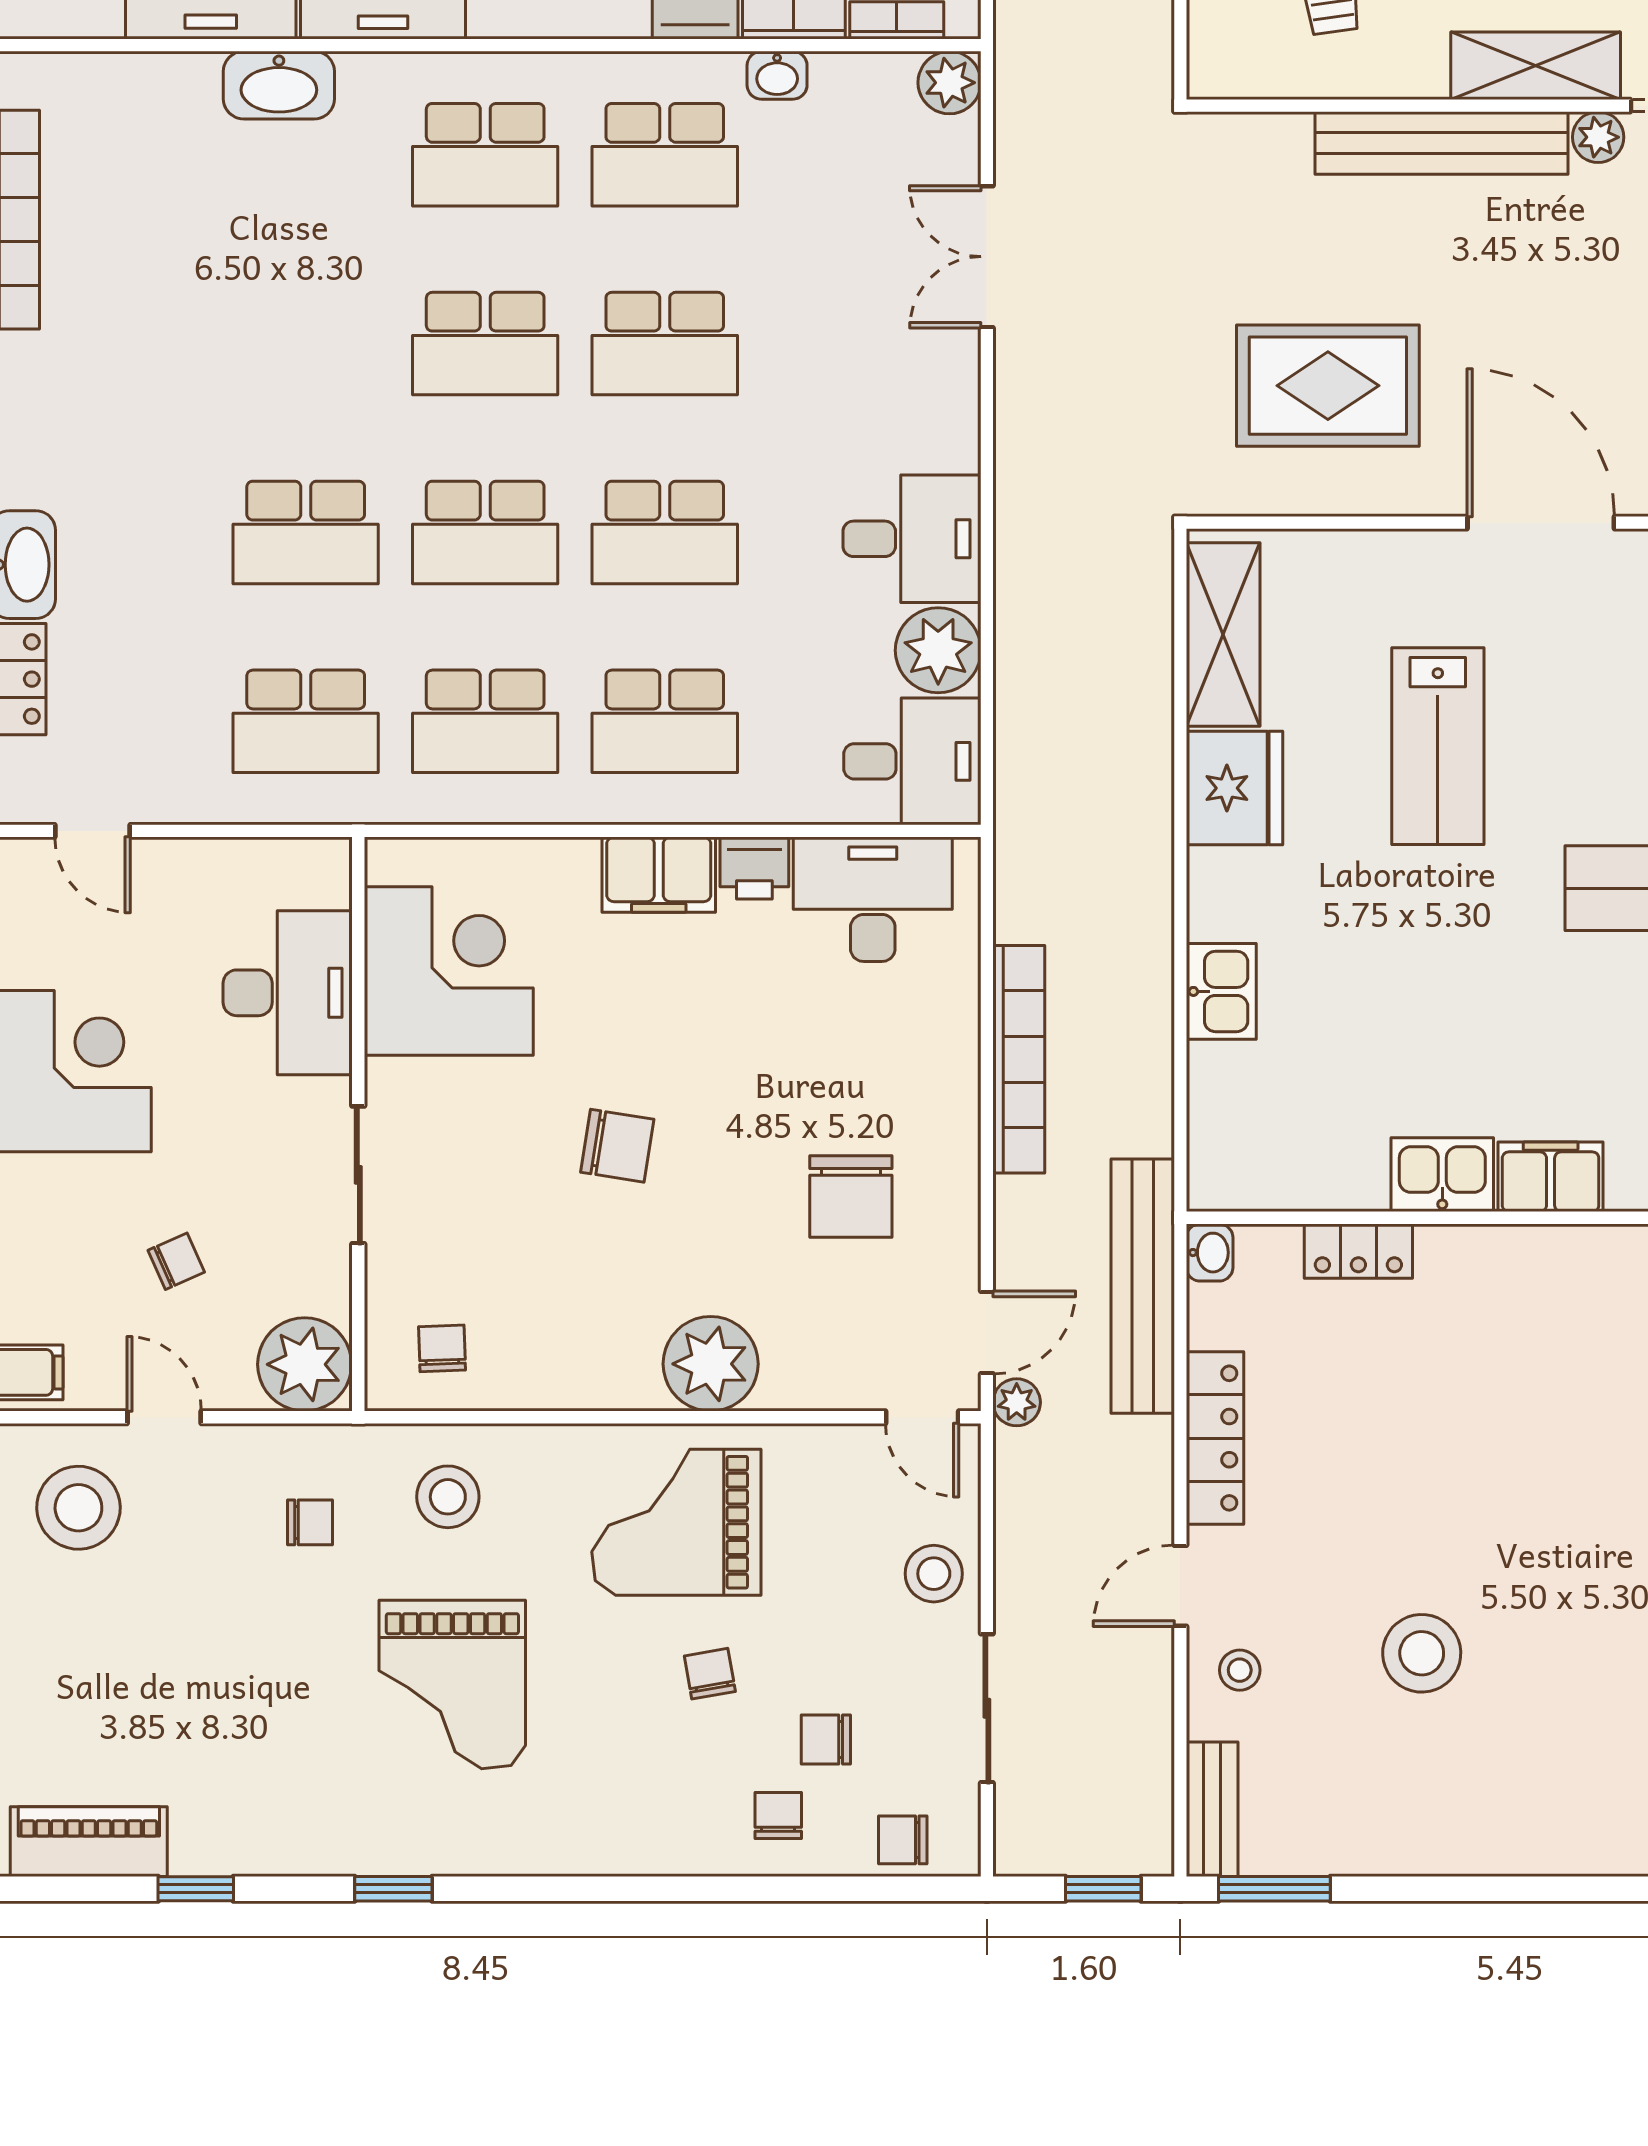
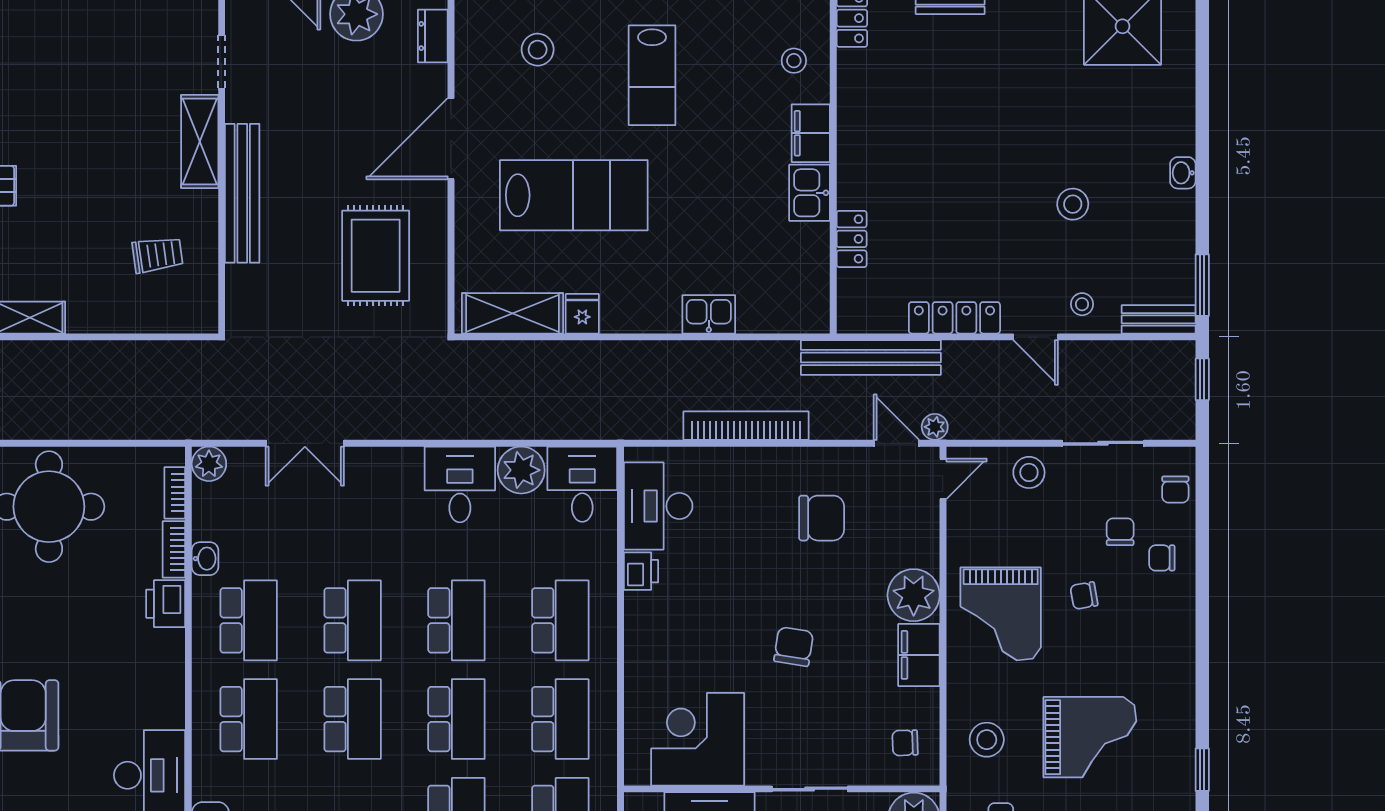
plant: (1598, 137) -> (239, 107), removed
lab bench: (1438, 746) -> (574, 195), width x1.36, depth x1.39
fridge: (1235, 788) -> (582, 314), width x0.53, depth x0.75
filing cabinet: (659, 875) -> (919, 655), moved, turned 180
washbasin: (1210, 1253) -> (1183, 173), moved, turned -90
stool: (1422, 1653) -> (1073, 204), width x0.73, depth x0.73
chair: (826, 1739) -> (1120, 532), turned 180

